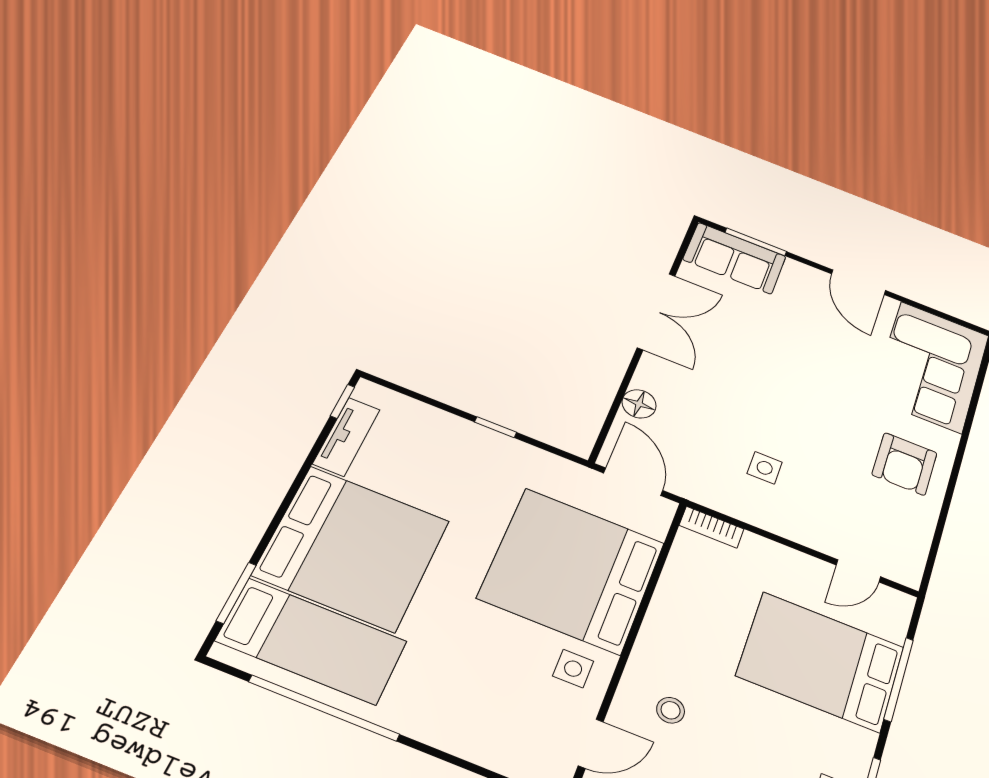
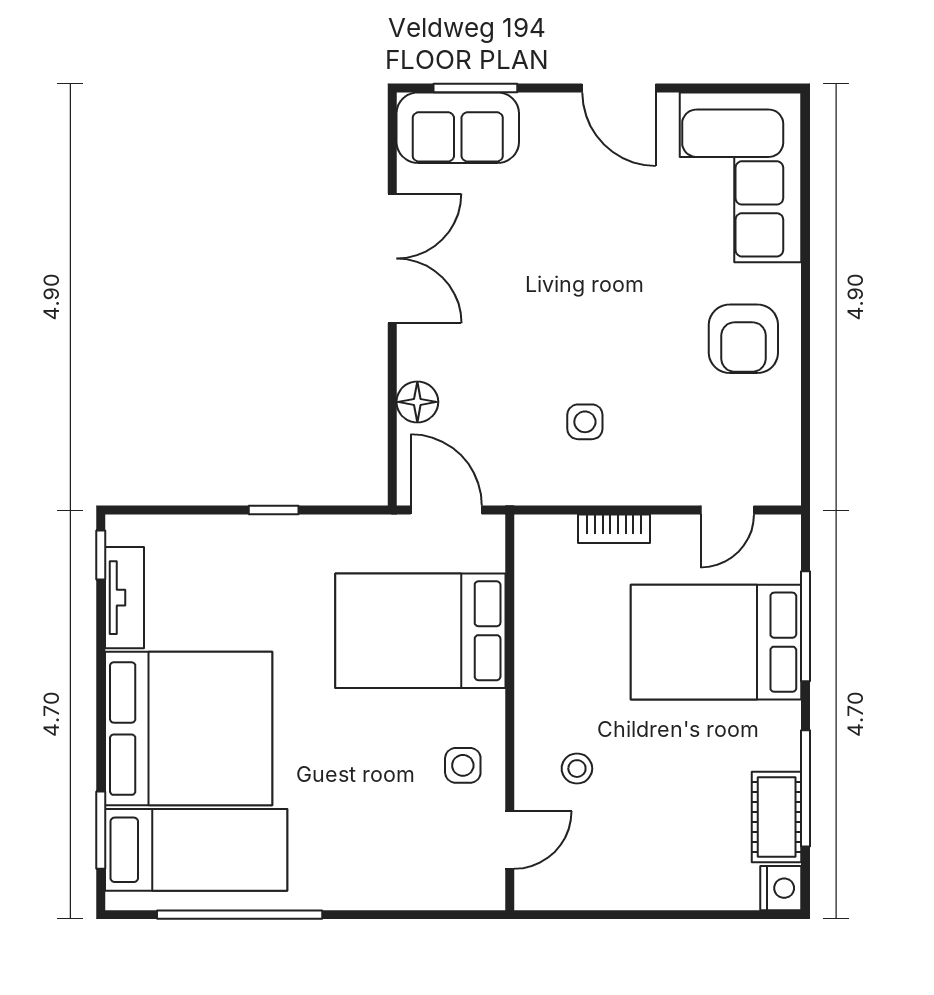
bookcase: (711, 527) -> (614, 529), moved
bed: (572, 570) -> (420, 631), width x0.73

